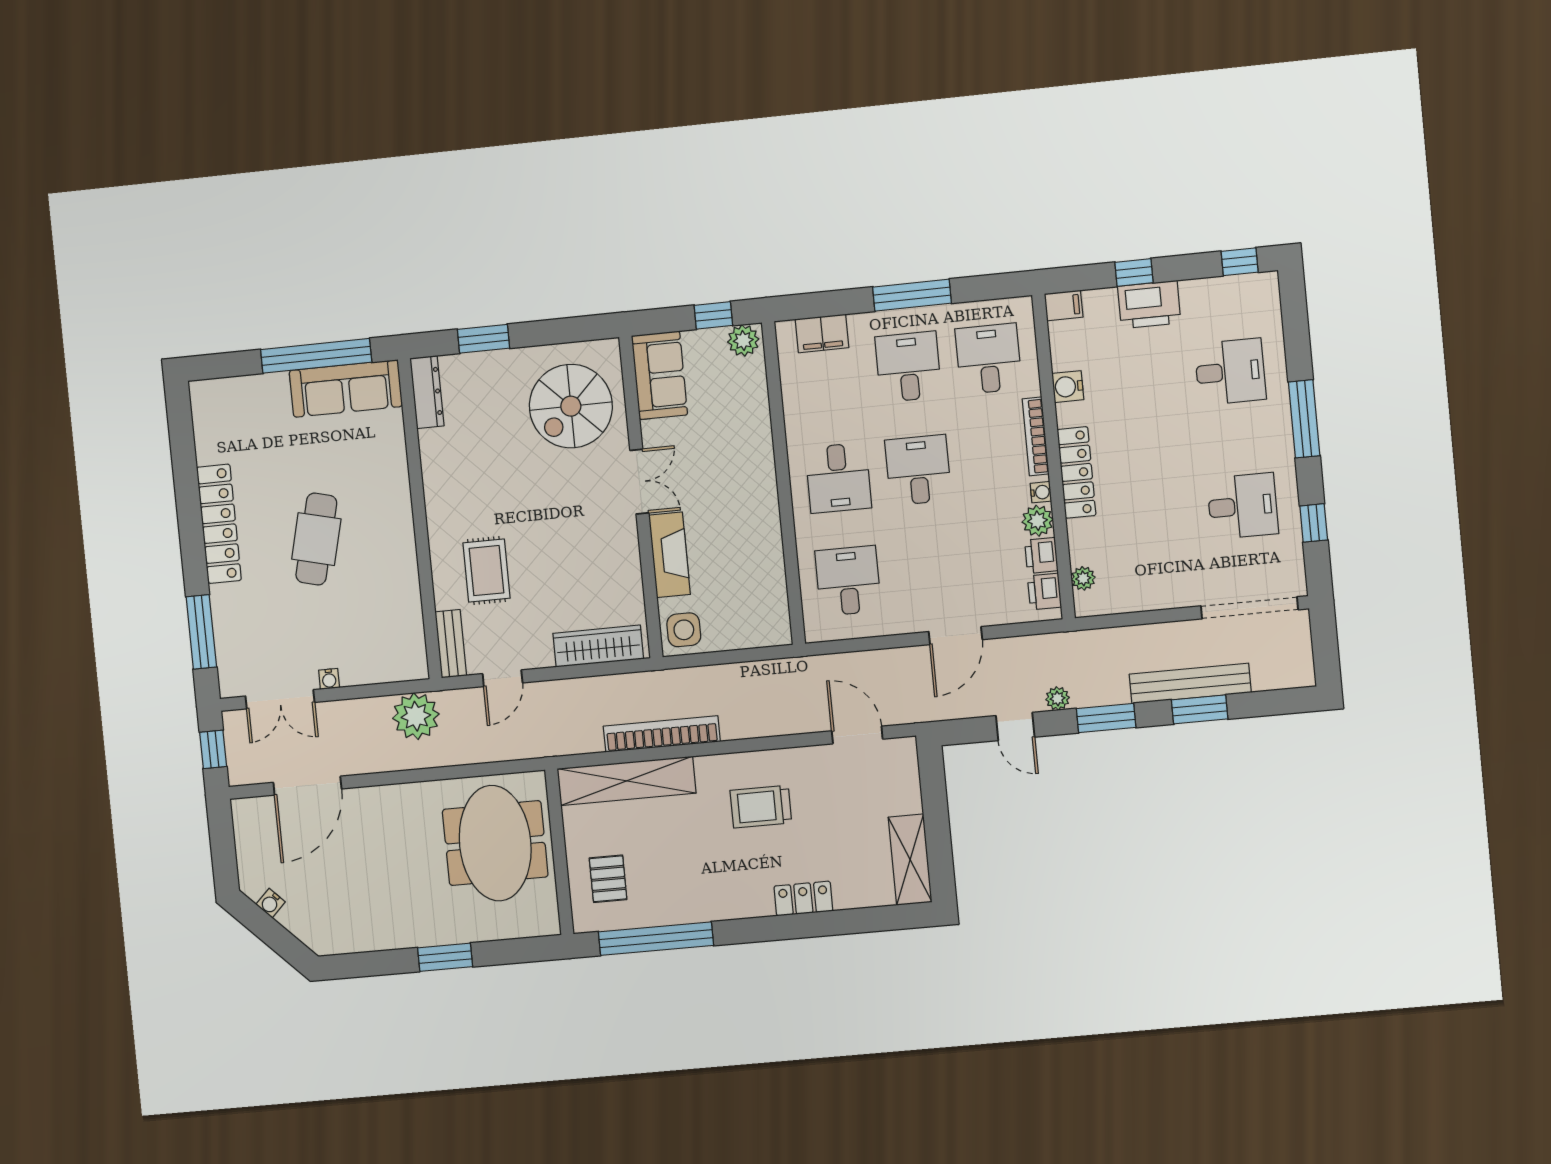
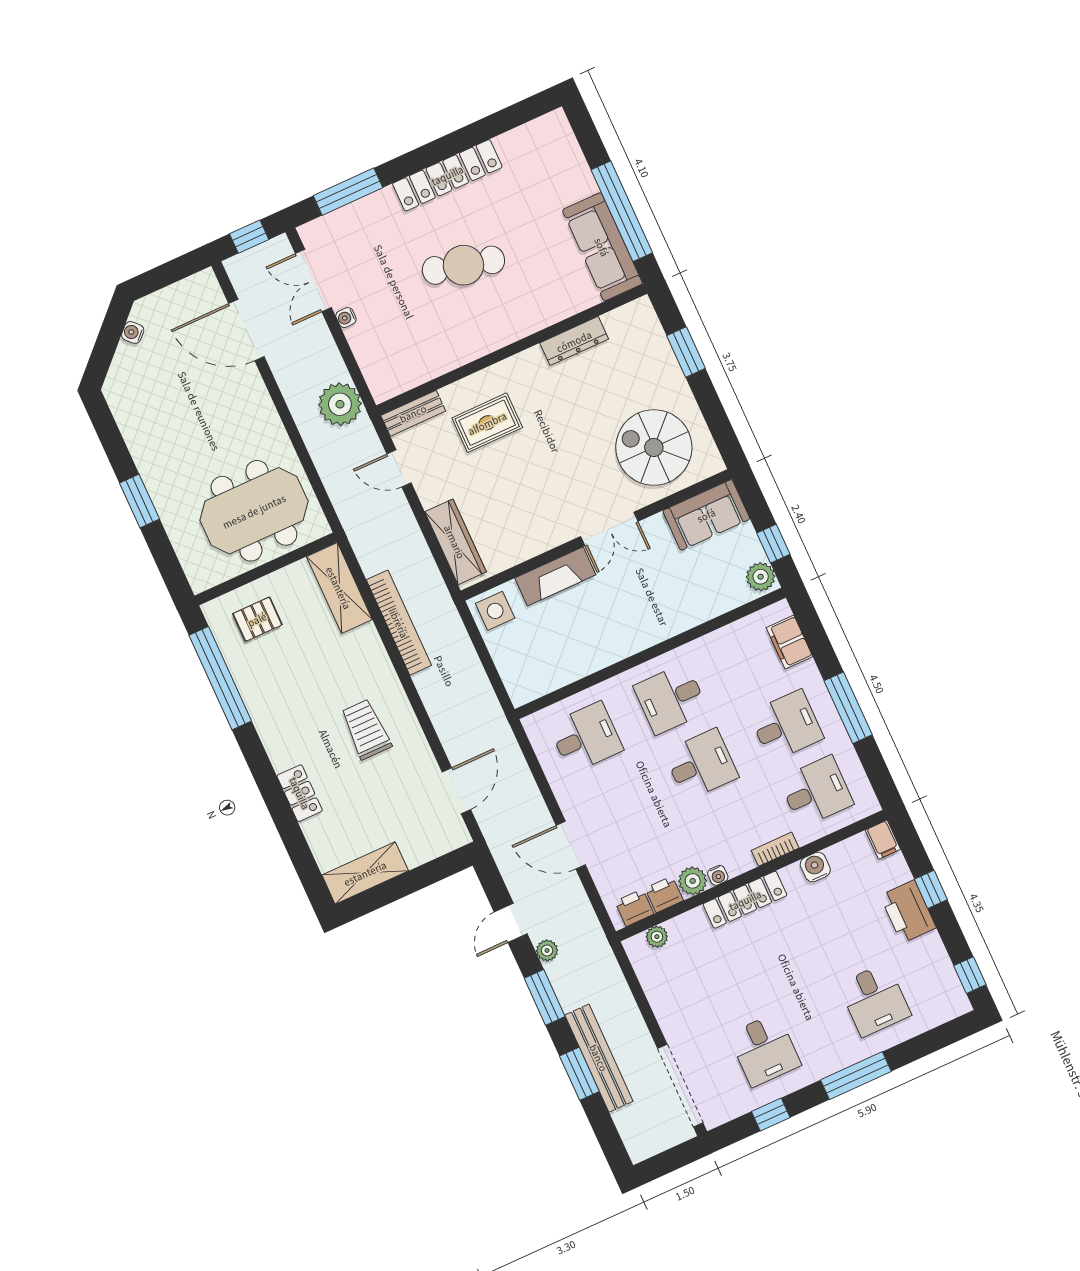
dresser: (427, 392) -> (574, 341), moved
bookcase: (1036, 436) -> (775, 849), width x0.64
shelving: (627, 781) -> (339, 588), width x0.68

